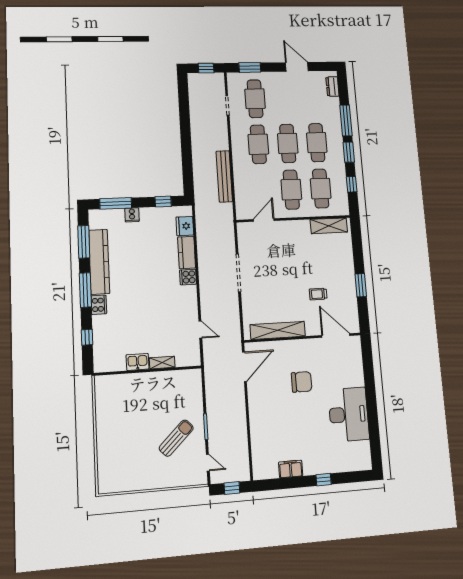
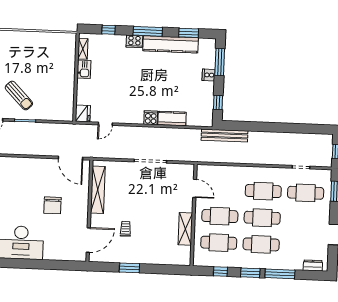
bench: (224, 176) -> (224, 135), moved
fridge: (185, 226) -> (83, 113), moved, turned 90
shelving: (329, 226) -> (185, 229), moved
window: (84, 242) -> (189, 33), width x0.69
shelving: (162, 363) -> (83, 49), moved

